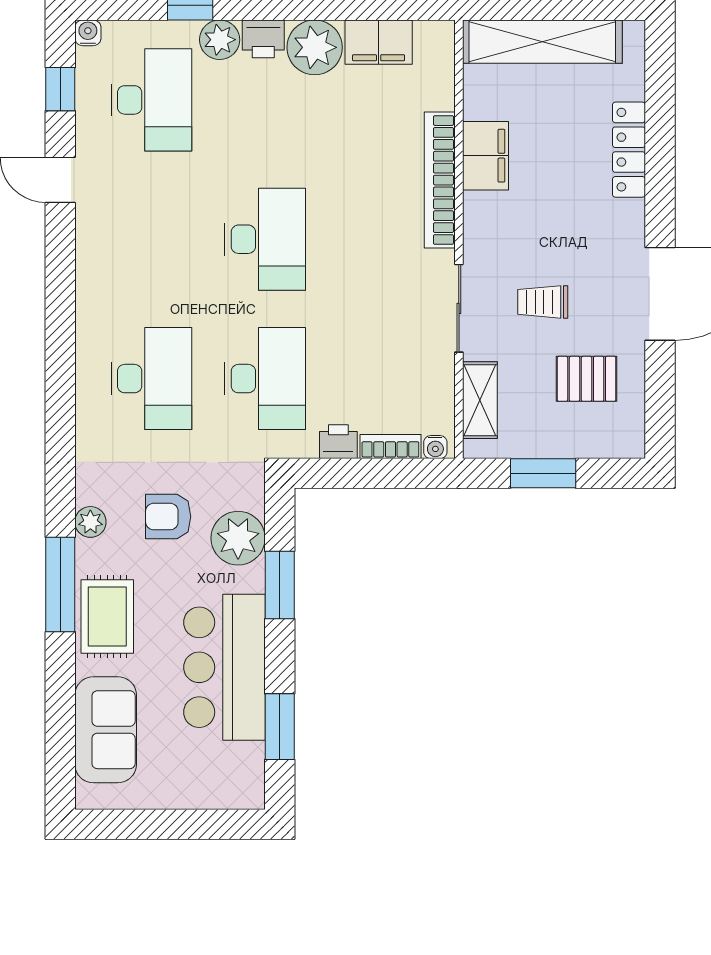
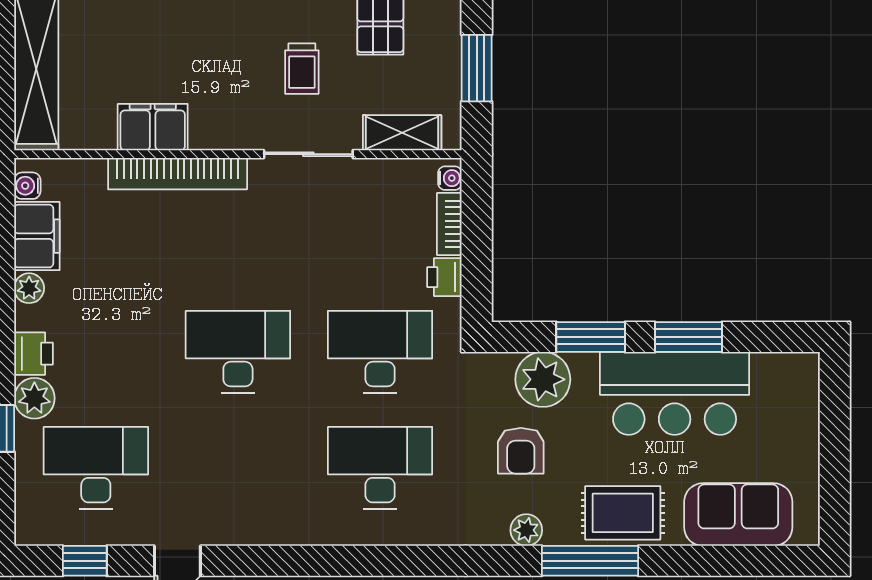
water cooler: (88, 33) -> (27, 186), moved
plant: (315, 47) -> (29, 288), width x0.53, depth x0.53
window: (280, 727) -> (689, 337), moved

